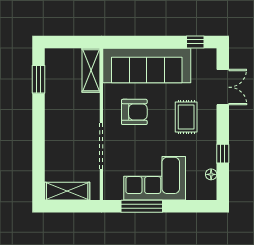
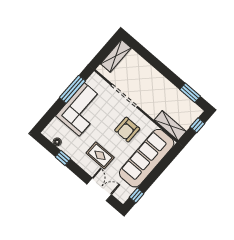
window: (66, 42) -> (197, 125), added
double door: (223, 87) -> (99, 189), swing flipped

